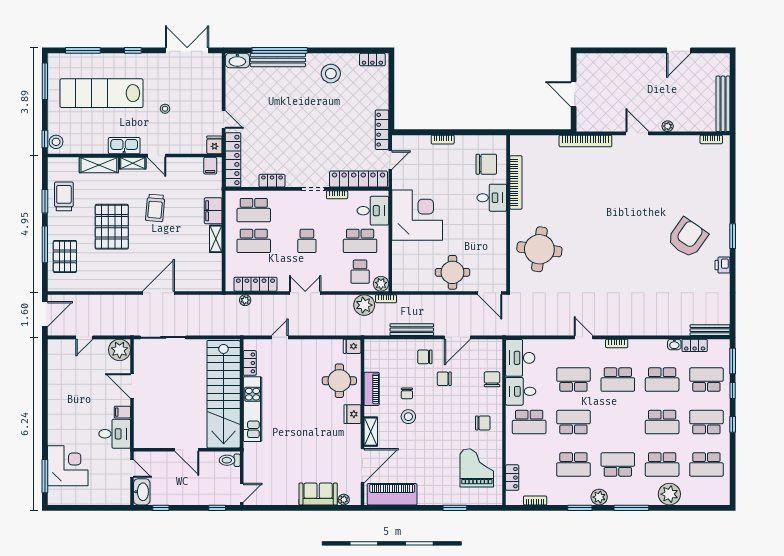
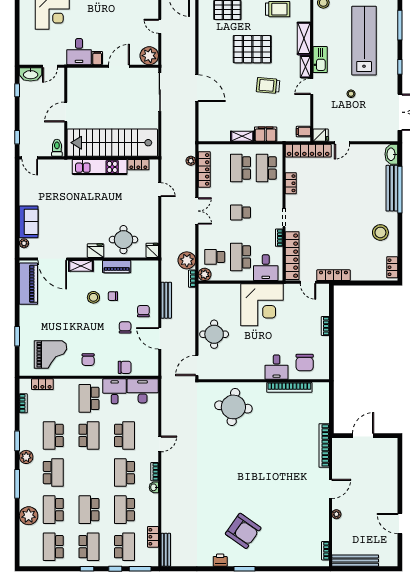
washbasin: (674, 344) -> (154, 487), moved

